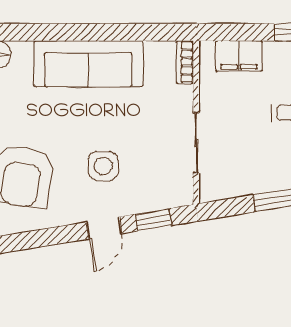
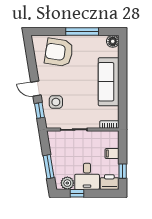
filing cabinet: (239, 56) -> (112, 154), width x0.50
side table: (103, 166) -> (56, 102), moved

